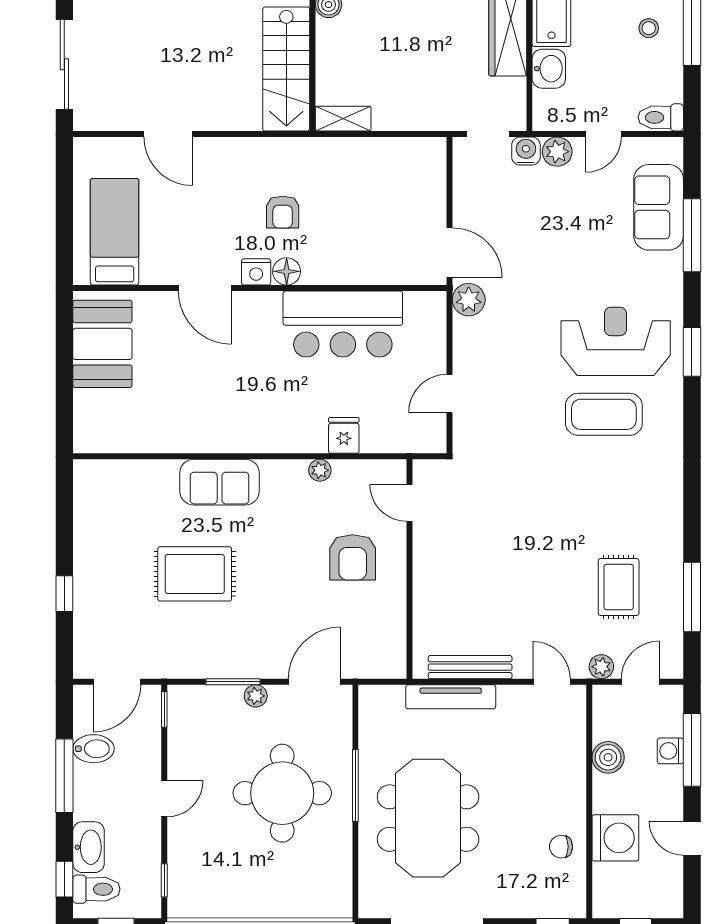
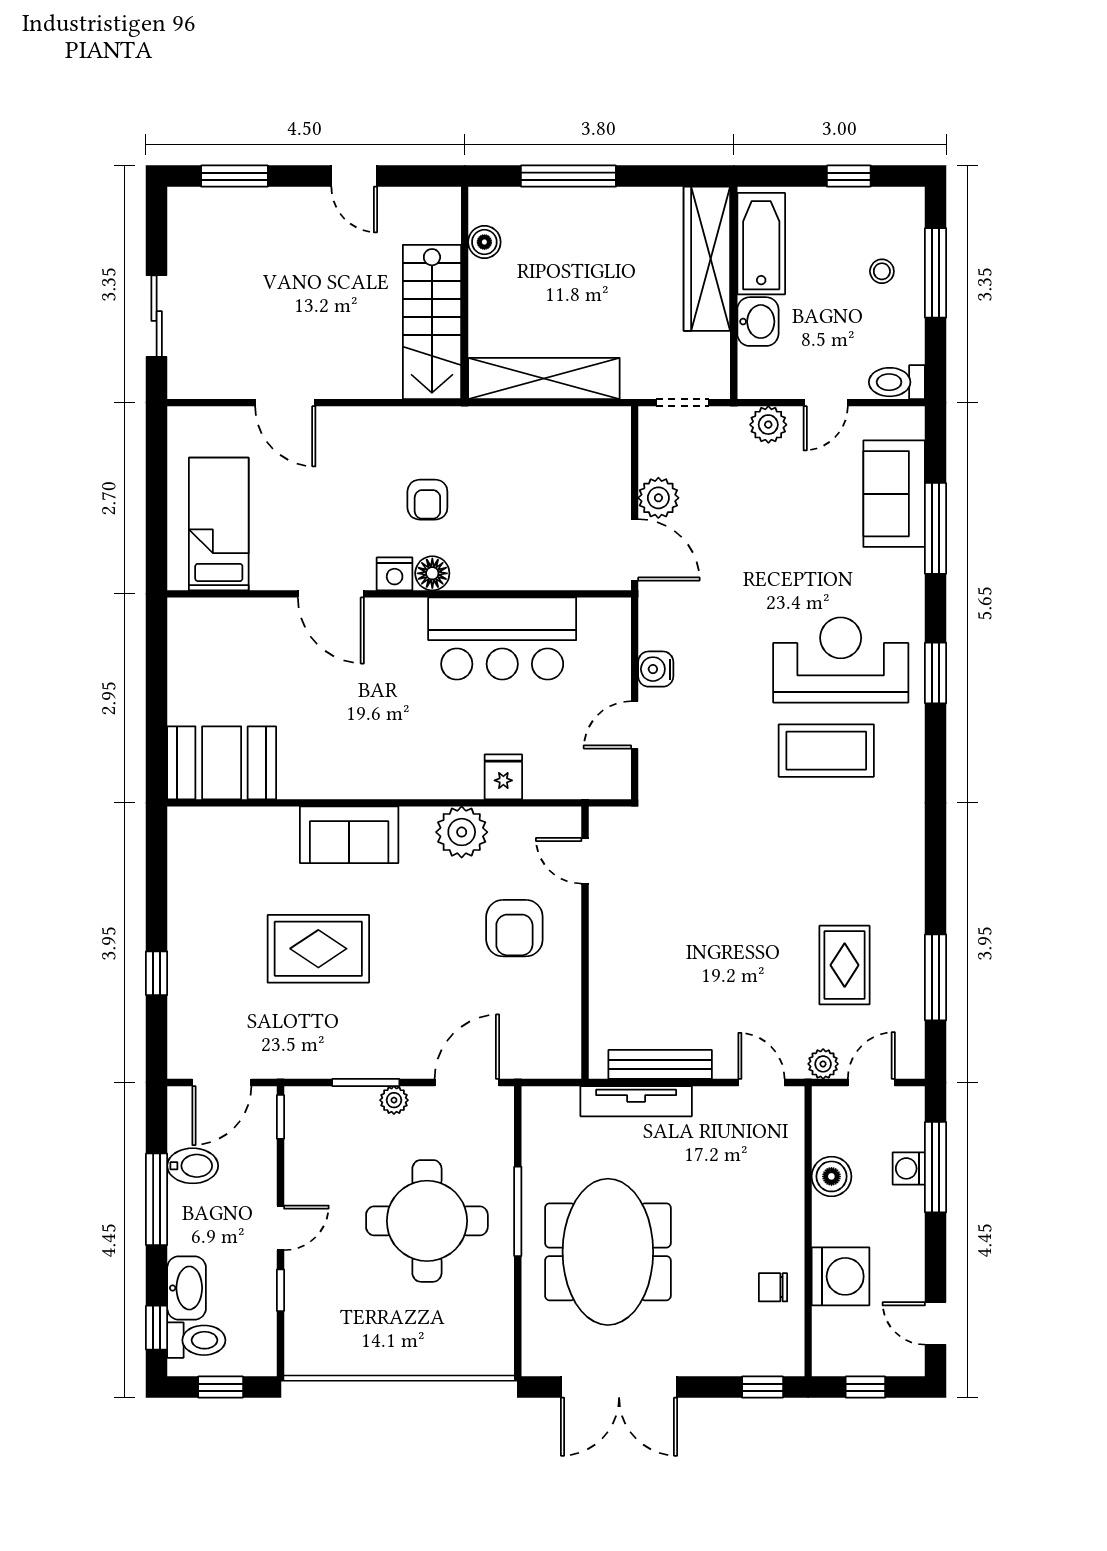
sliding door: (64, 64) -> (157, 316), width x0.73
shelving: (343, 119) -> (544, 378), width x2.20, depth x1.33
water cooler: (526, 151) -> (656, 669), moved, turned -90
plant: (469, 300) -> (658, 498), moved
booth: (102, 344) -> (222, 763), moved, turned 90
plant: (320, 470) -> (462, 832), width x1.87, depth x1.87
door: (692, 838) -> (936, 1323), moved
window: (164, 880) -> (281, 1290), moved

